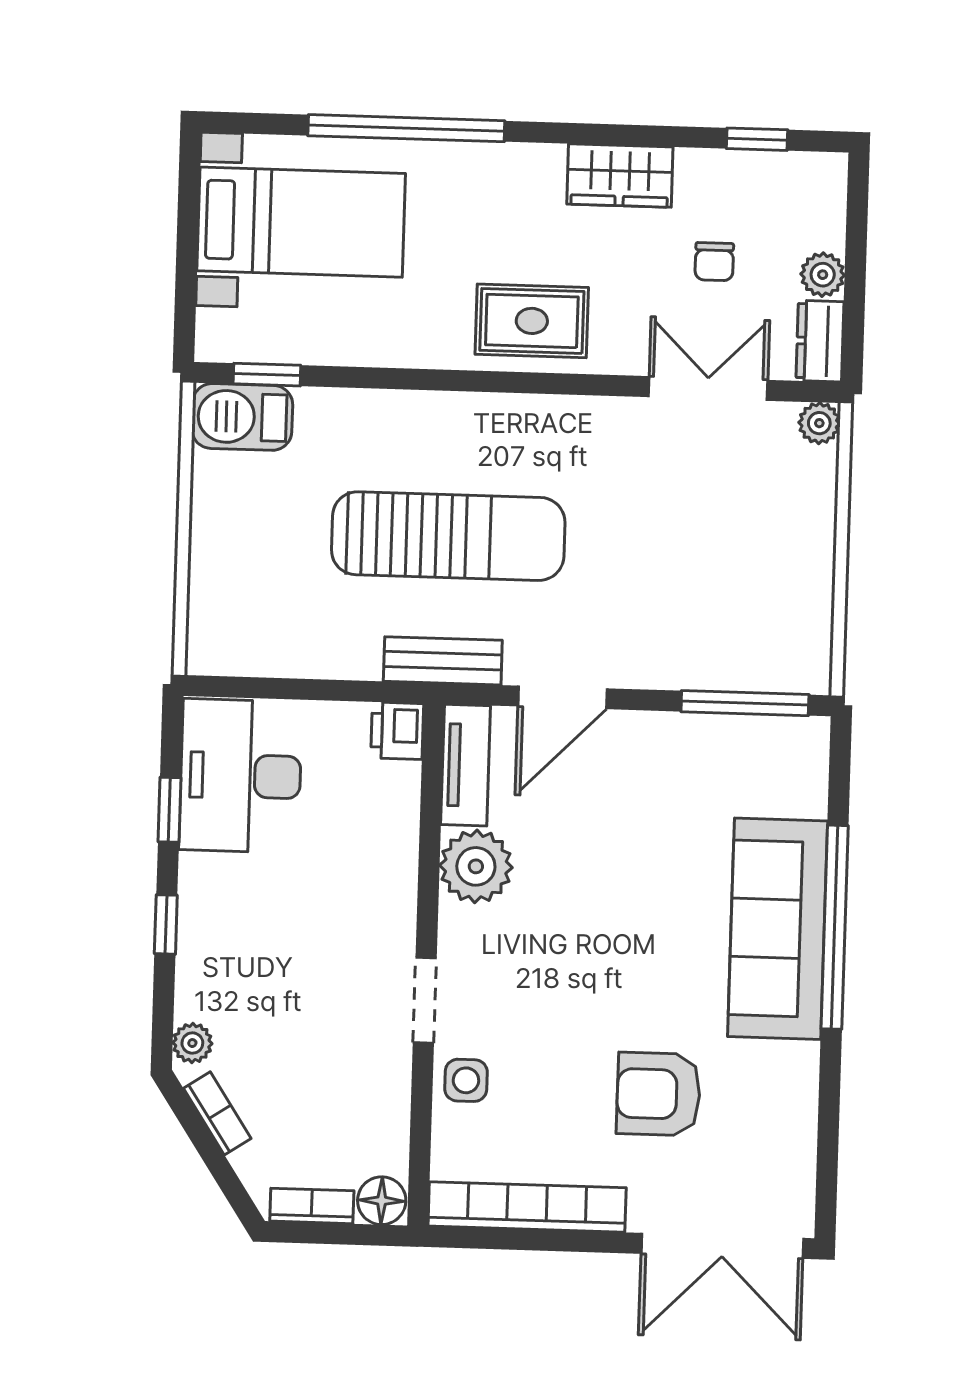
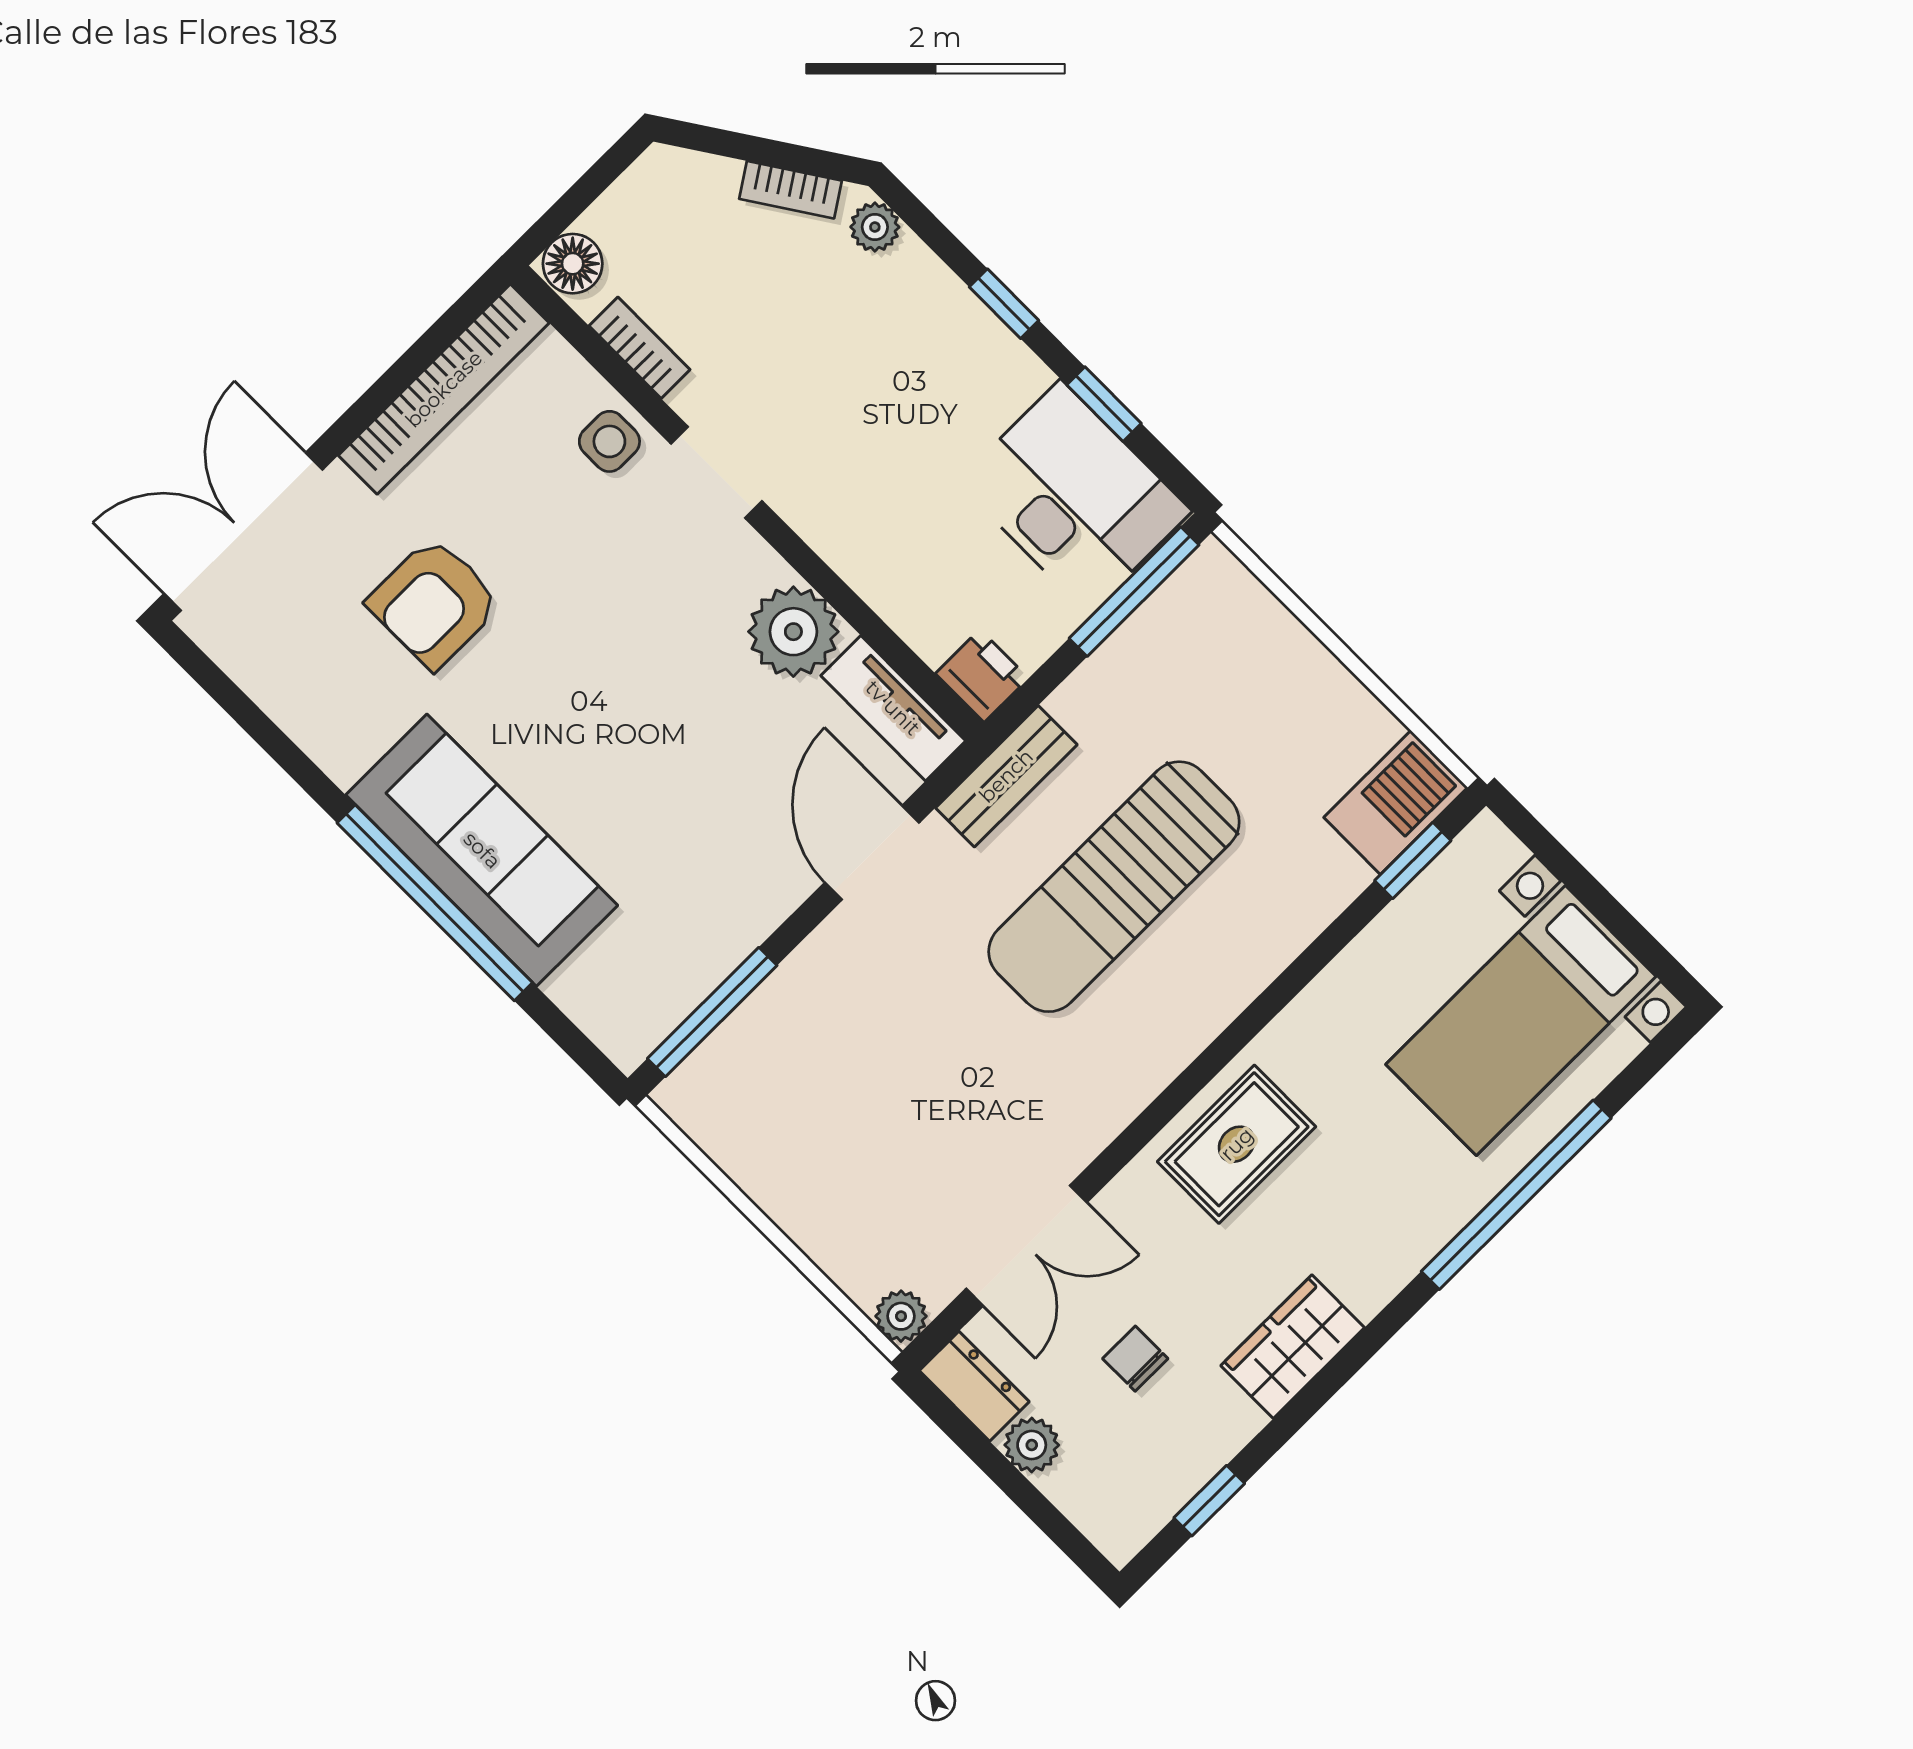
window: (263, 688) -> (1134, 592), added
armchair: (658, 1094) -> (434, 603), turned 180
bookcase: (312, 1206) -> (640, 348), moved, turned -90

